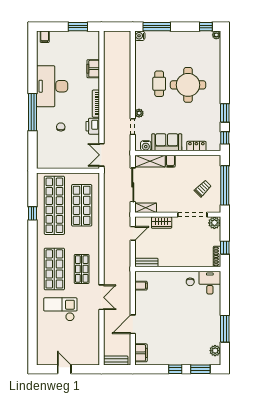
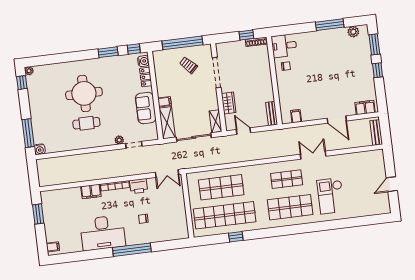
filing cabinet: (93, 69) -> (91, 191), moved
water cooler: (146, 146) -> (143, 61), moved
plant: (214, 223) -> (222, 49), removed

